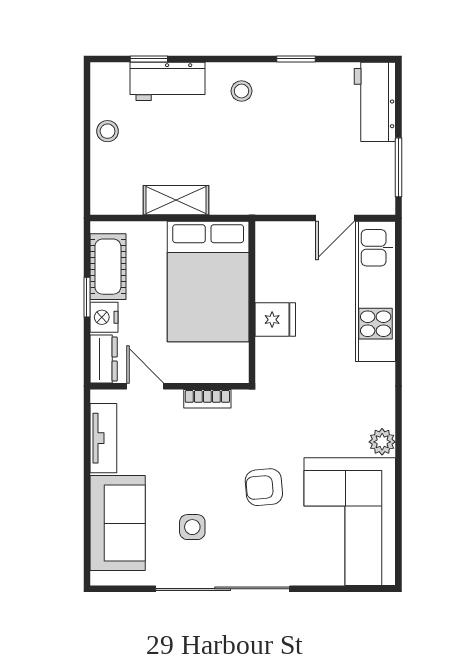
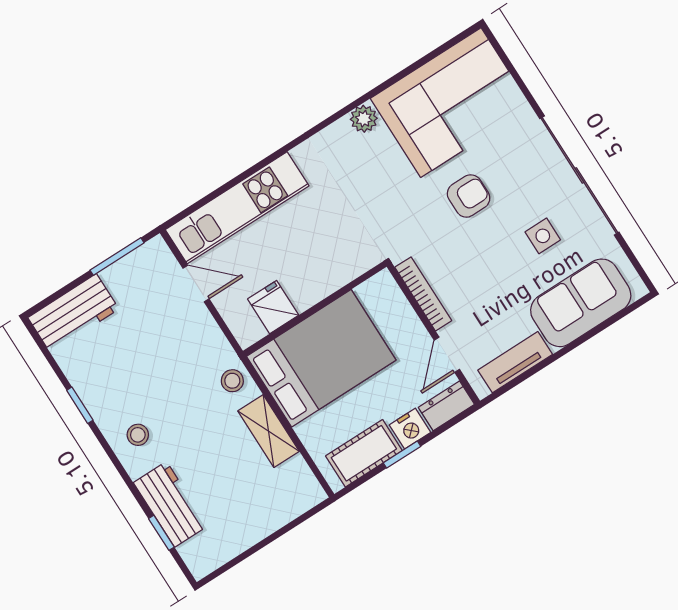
stool: (108, 131) -> (232, 381), moved
fridge: (275, 320) -> (273, 307), moved
bookcase: (207, 399) -> (423, 294), width x1.56
armchair: (264, 487) -> (469, 196), turned -85

